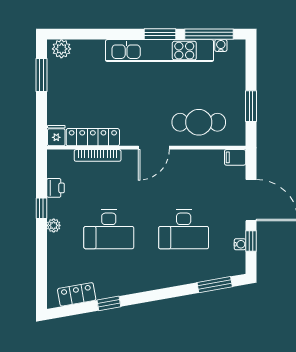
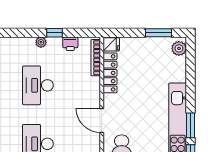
bookcase: (98, 155) -> (96, 58), moved

